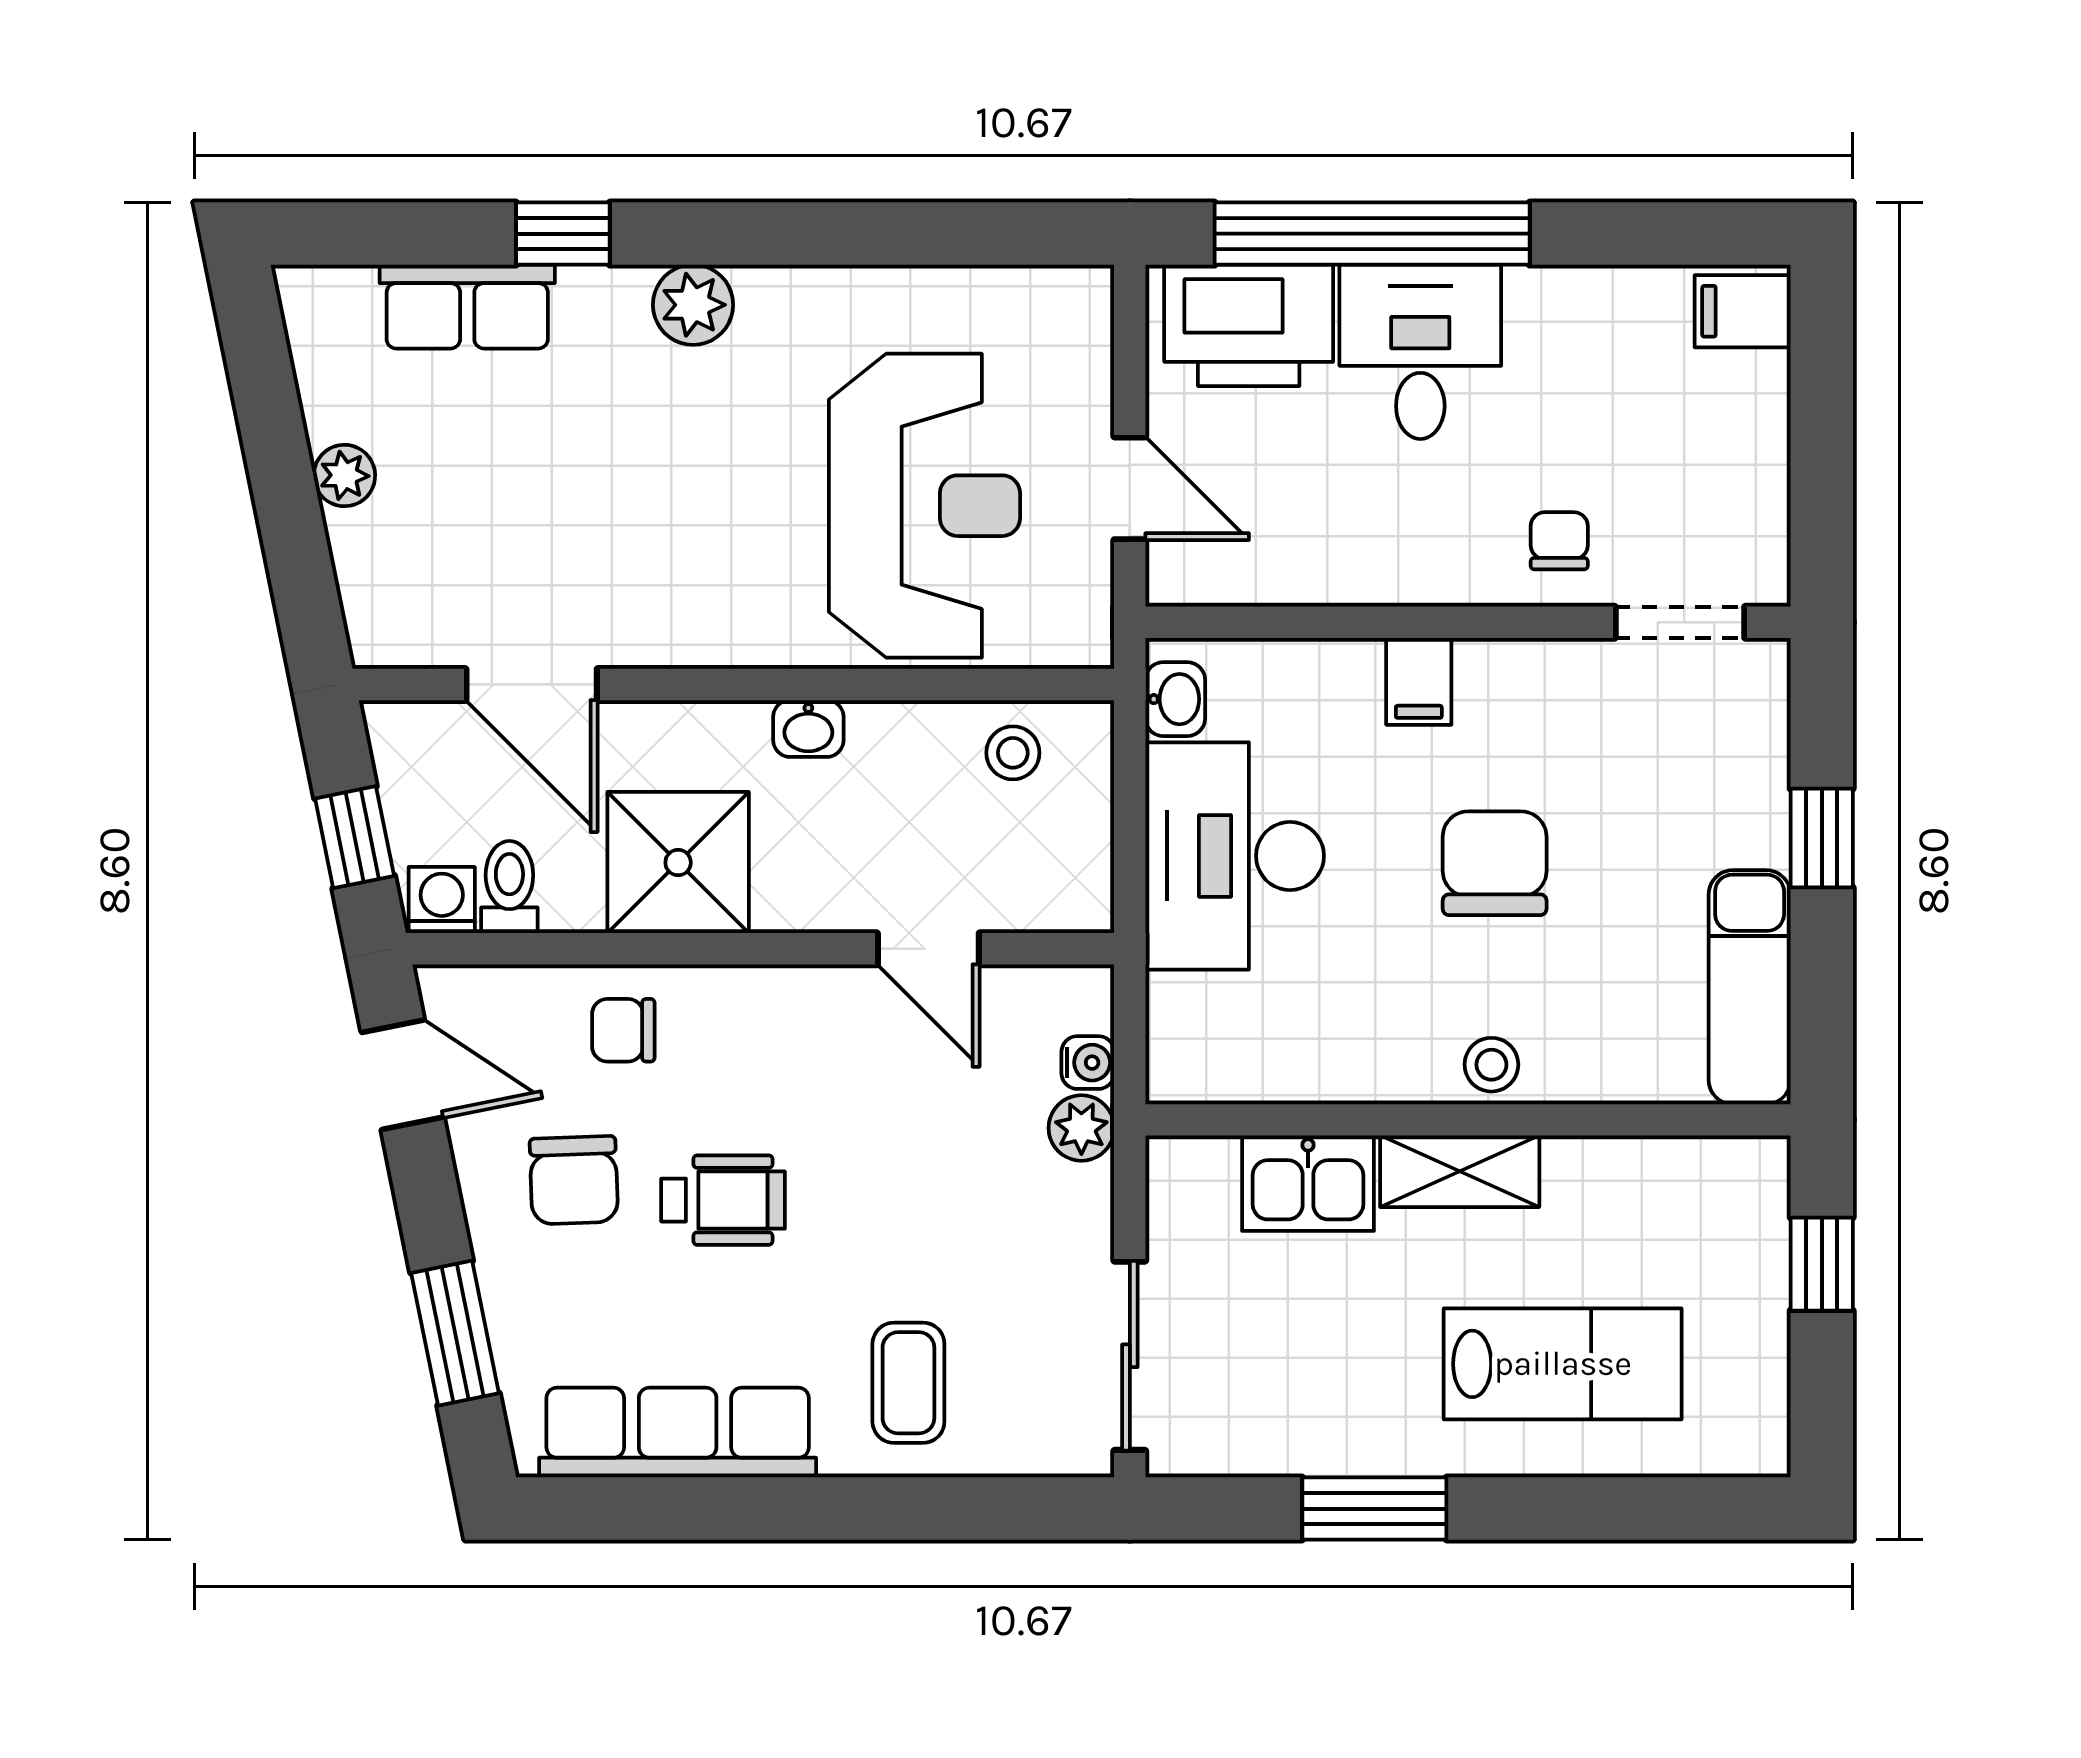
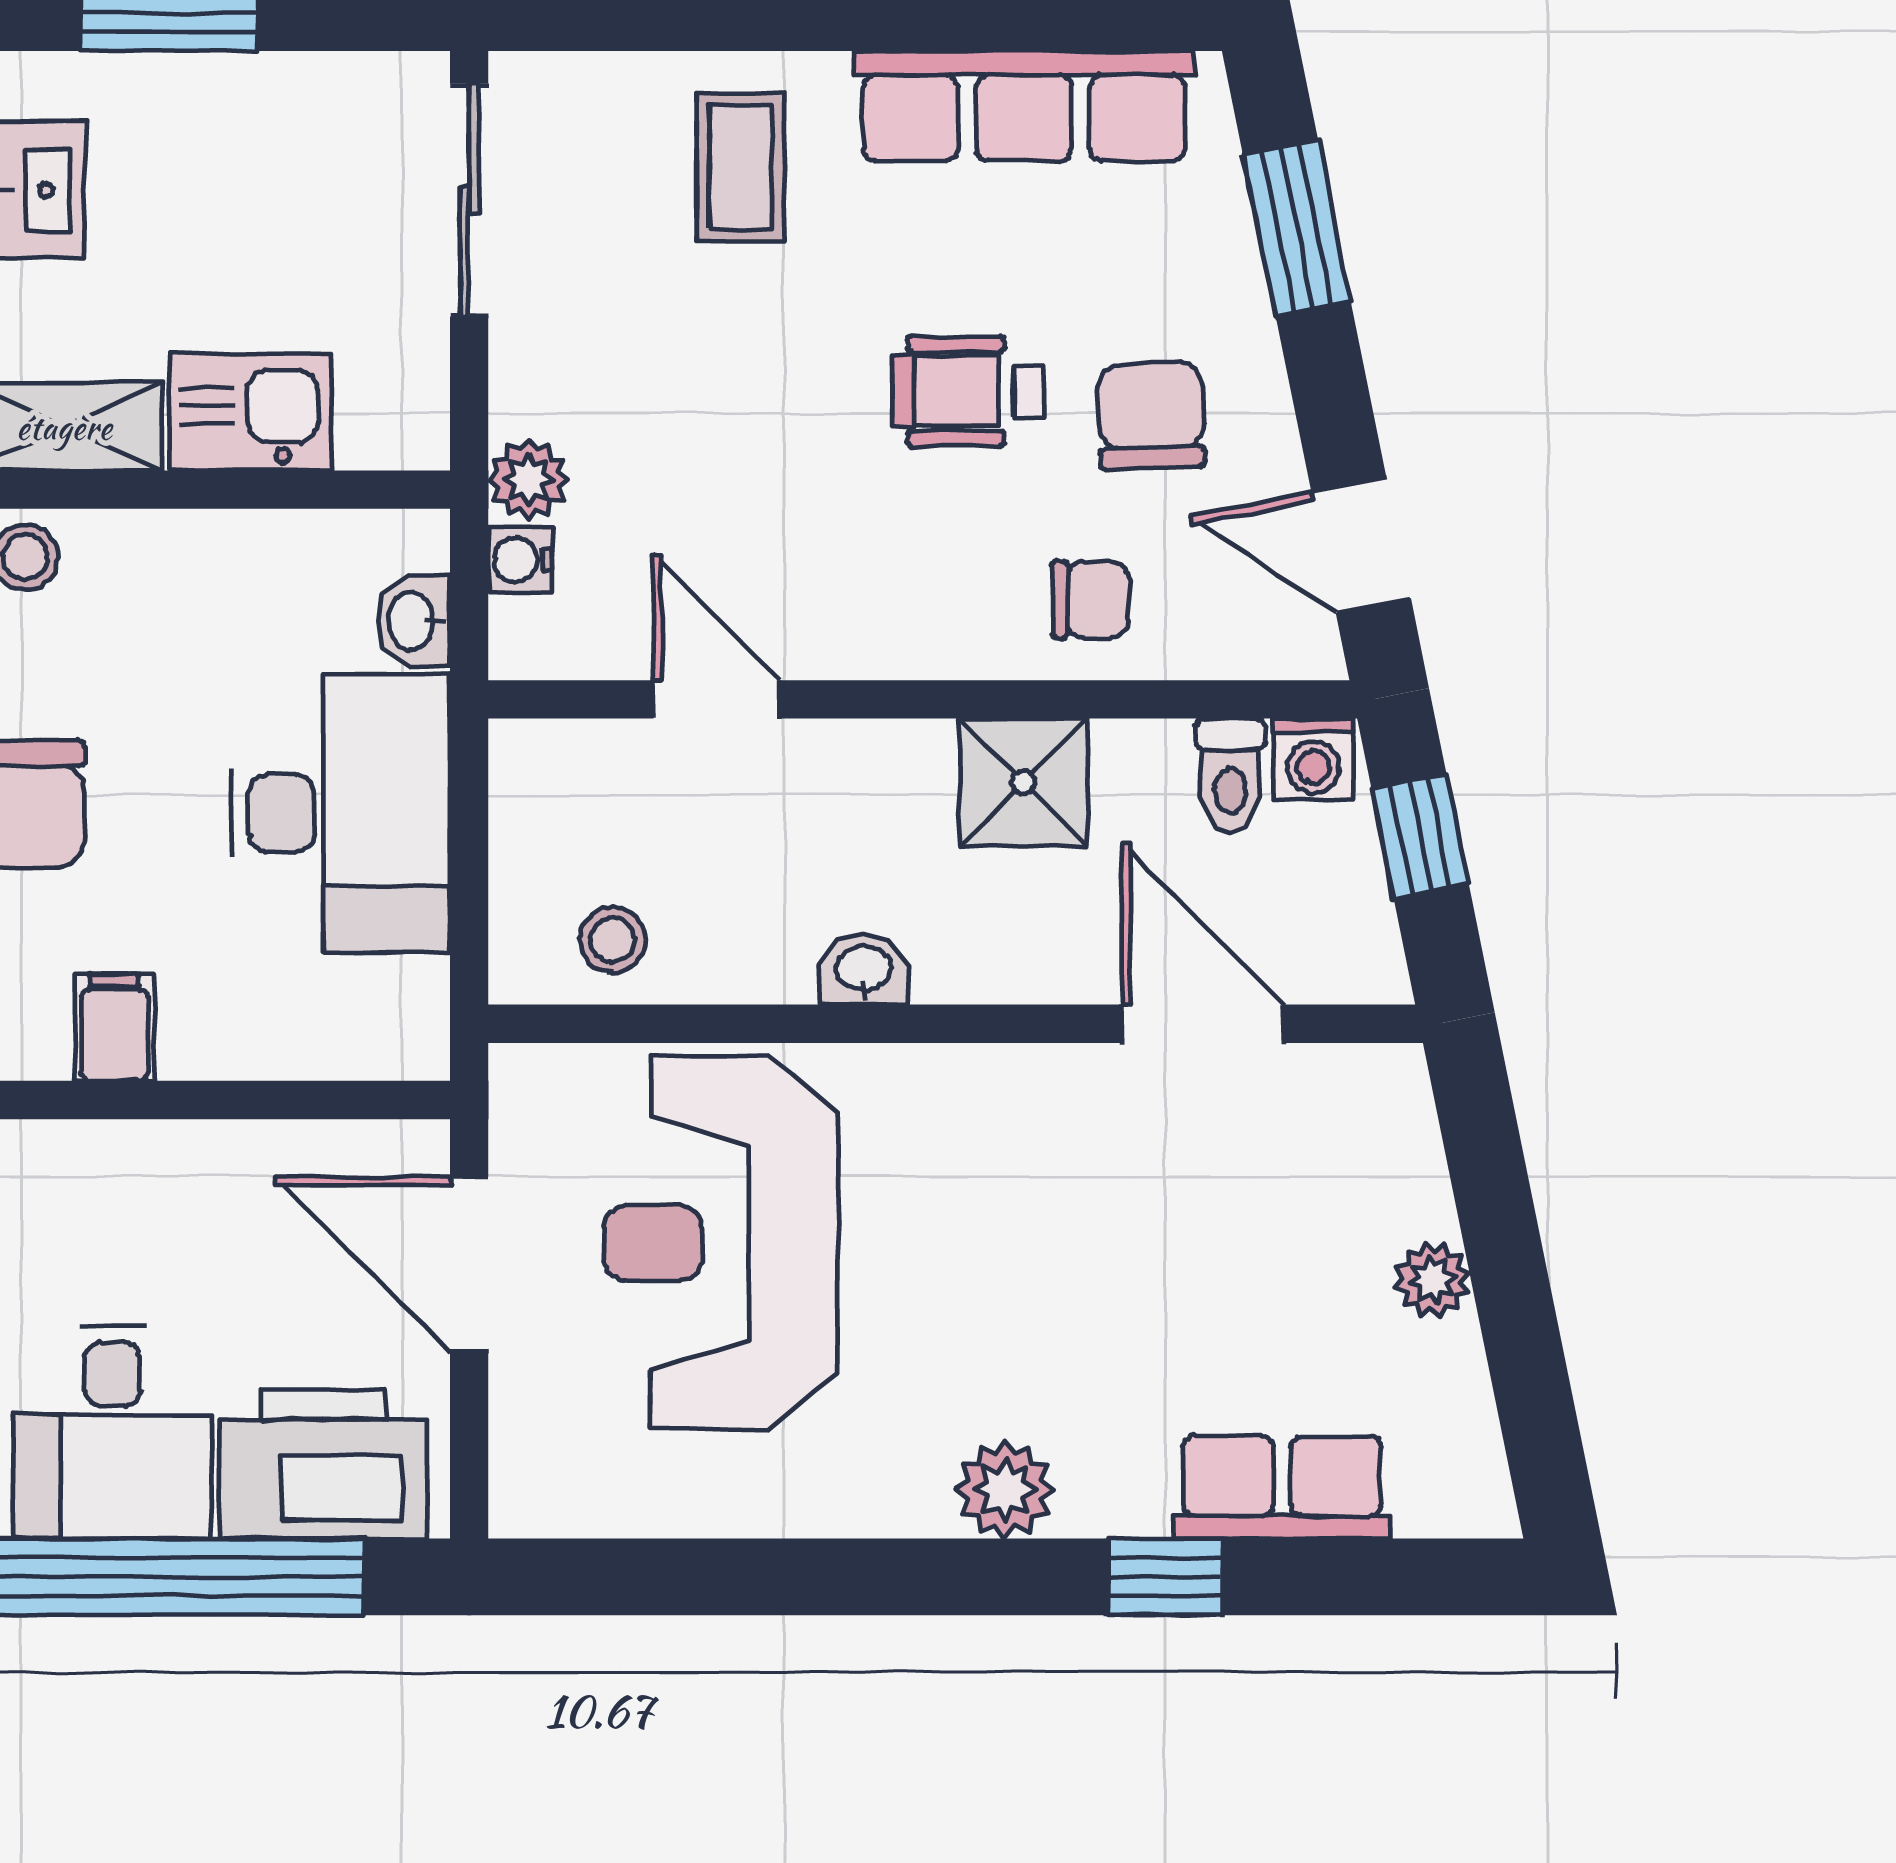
door: (1130, 488) -> (469, 1264), width x1.38
washbasin: (1175, 699) -> (413, 621), moved
shower: (678, 863) -> (1023, 782), width x0.73, depth x0.73

